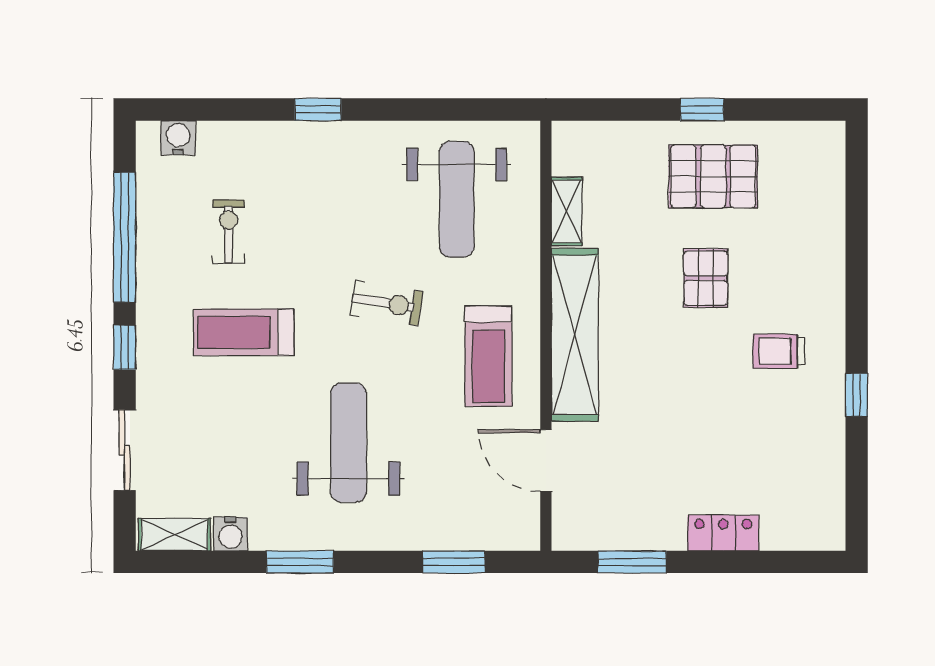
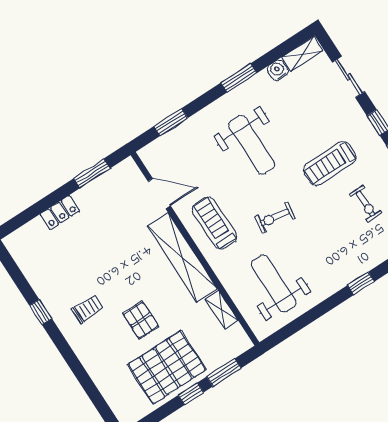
window: (628, 110) -> (224, 372), added
pallet: (713, 176) -> (167, 367), width x1.37, depth x1.41
treadmill: (244, 332) -> (330, 163), turned 180

